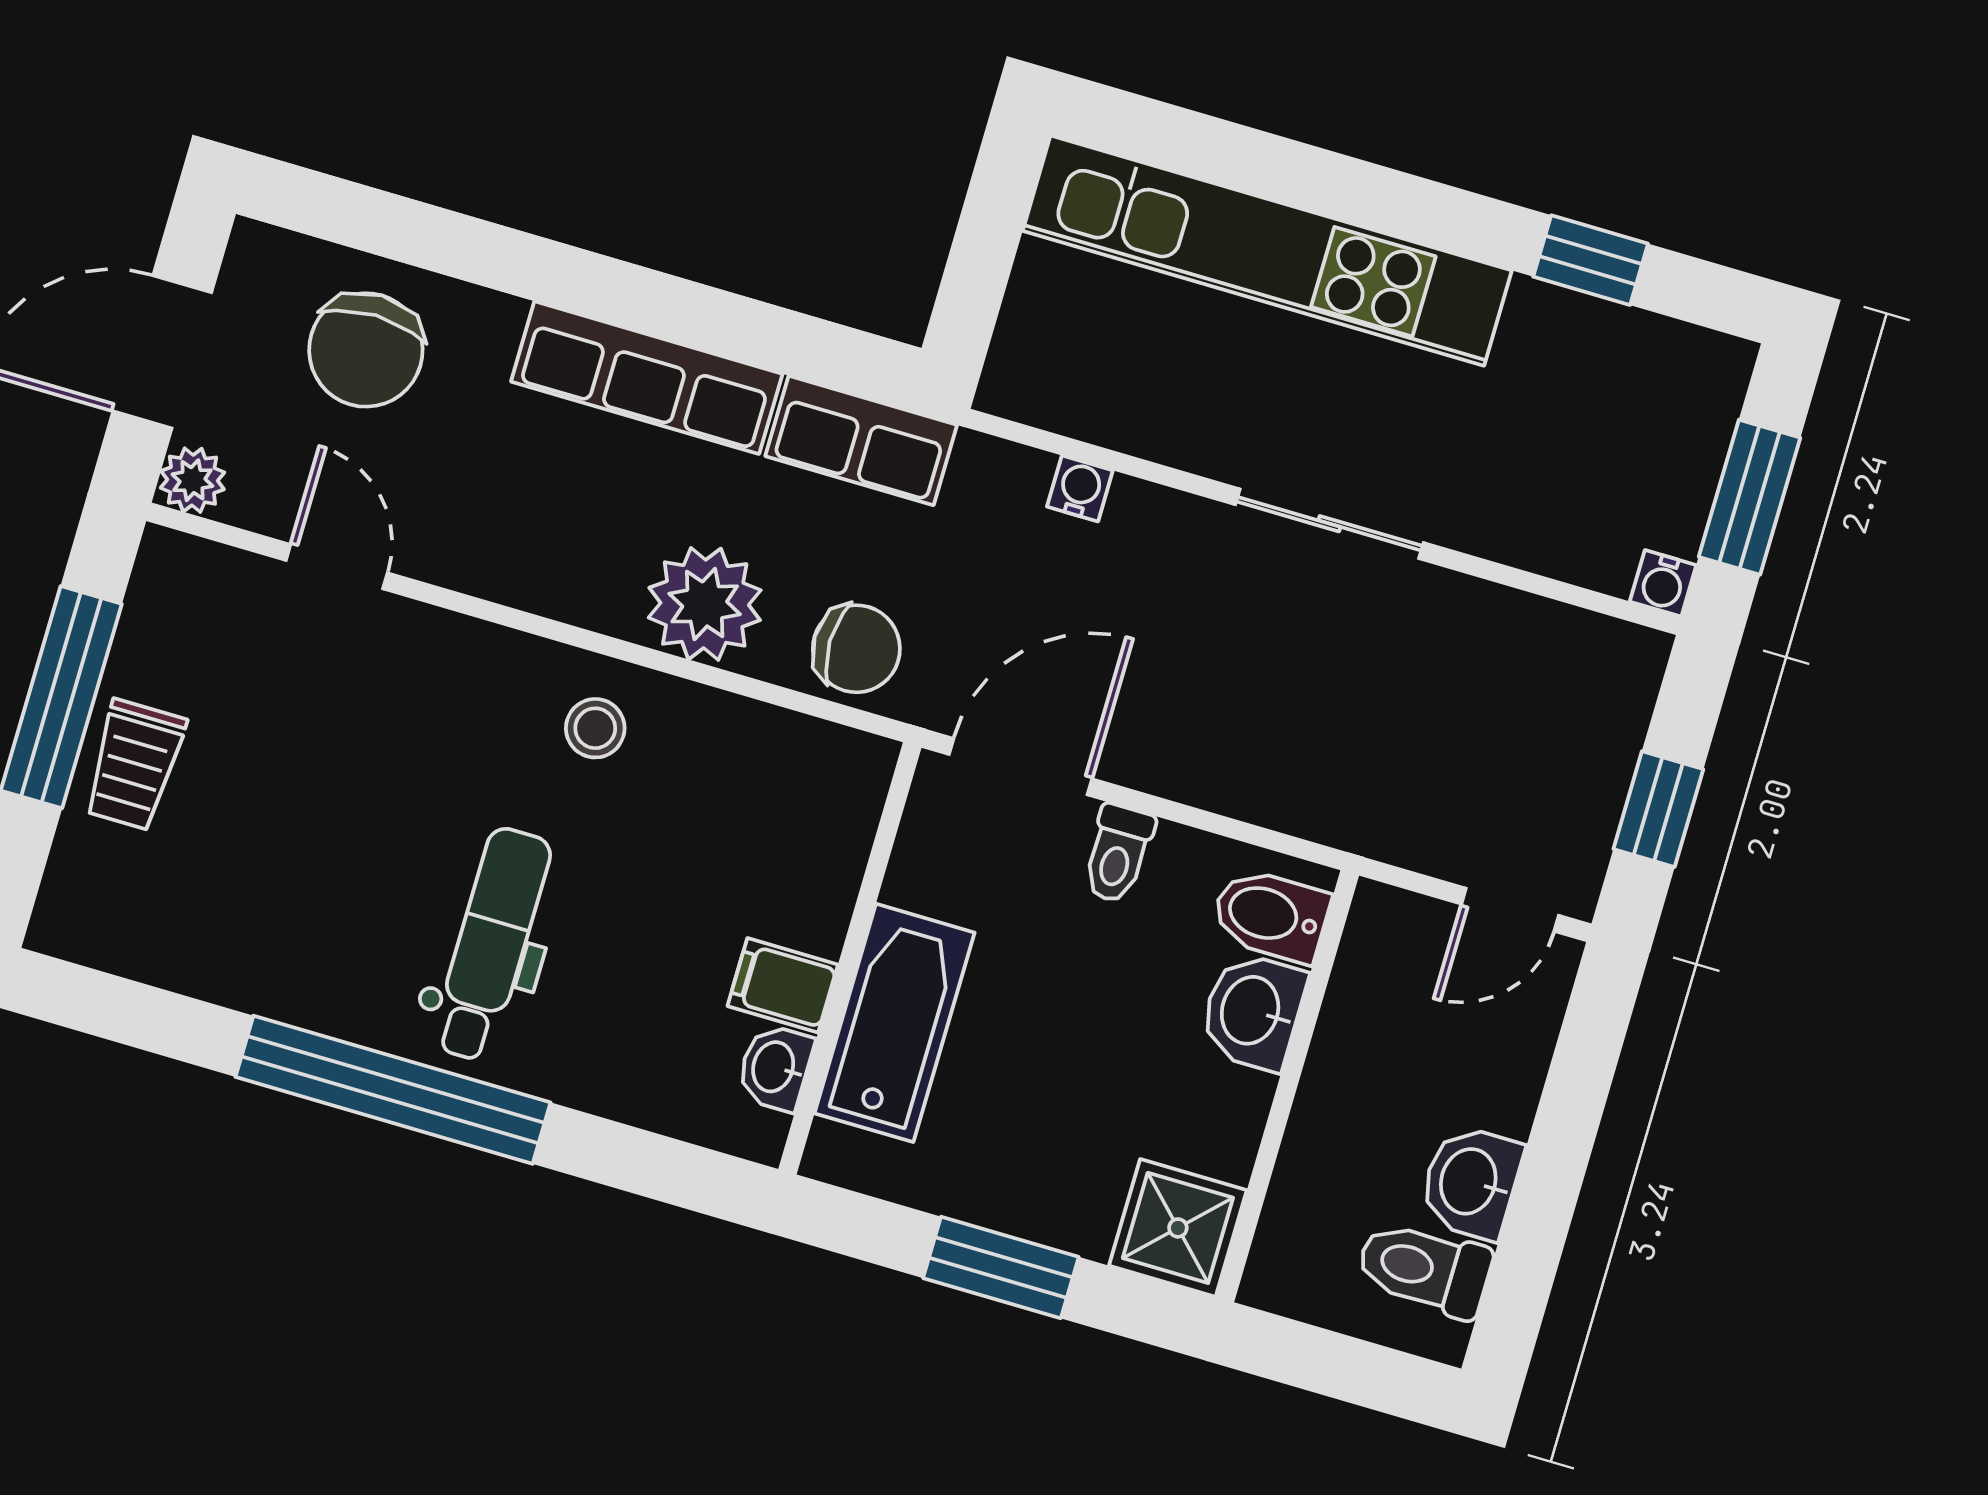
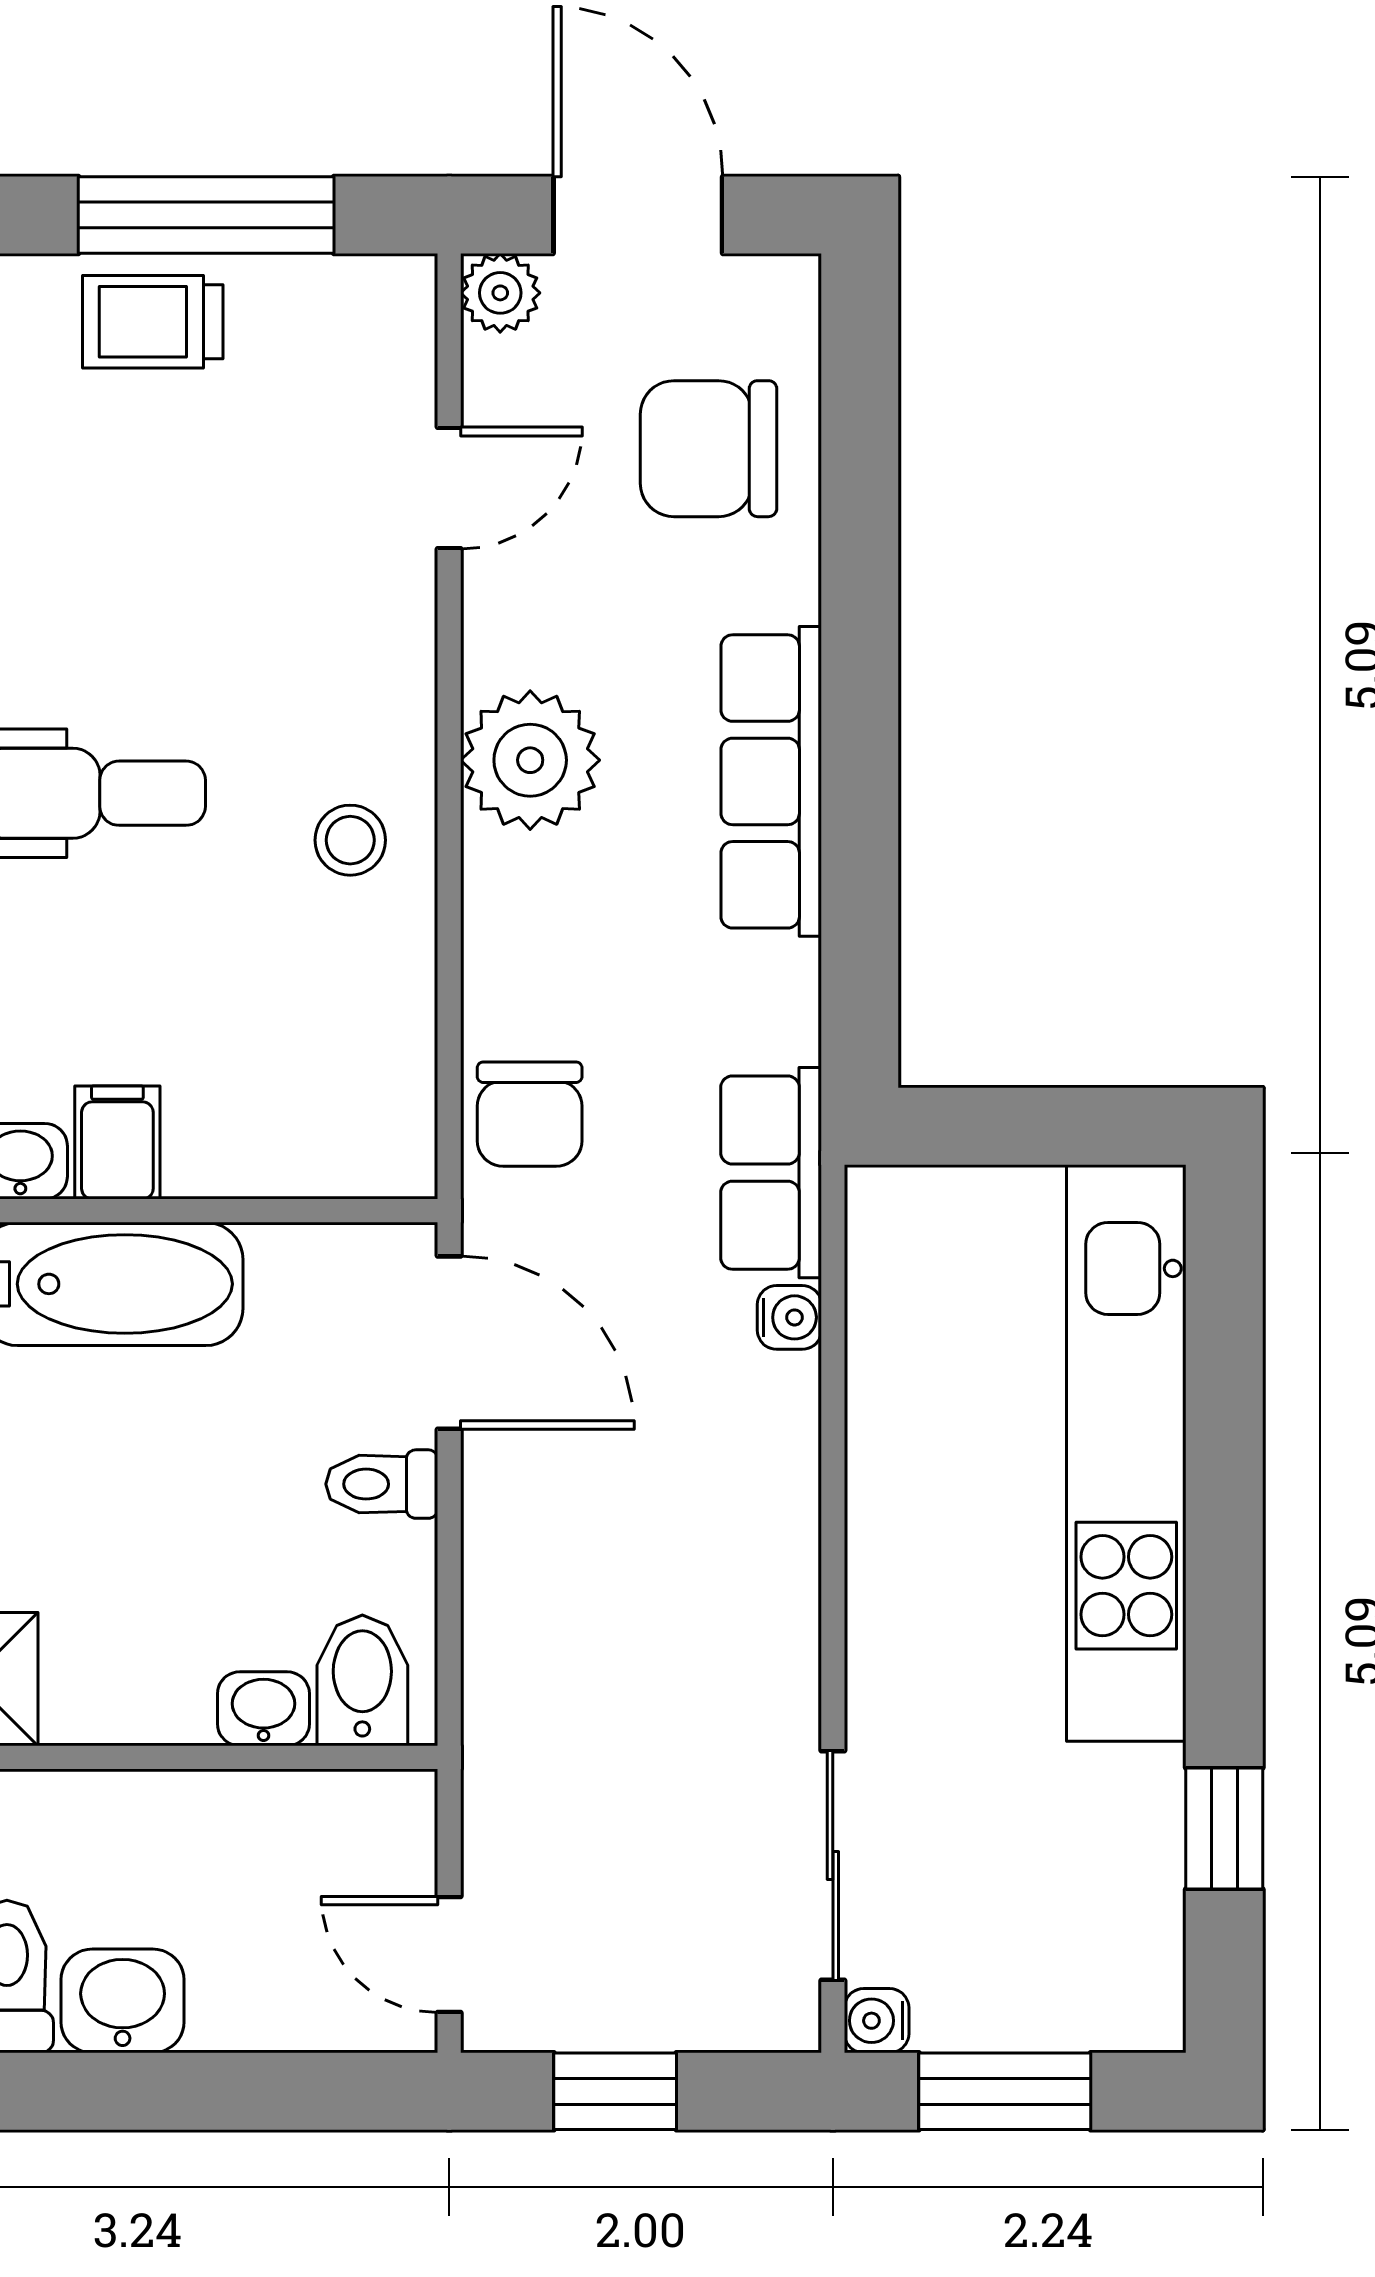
row of seats: (861, 440) -> (771, 1173), moved
sliding door: (1329, 524) -> (833, 1866), moved
plant: (705, 604) -> (530, 760), moved
washbasin: (1253, 1011) -> (263, 1709), width x0.72, depth x0.69

